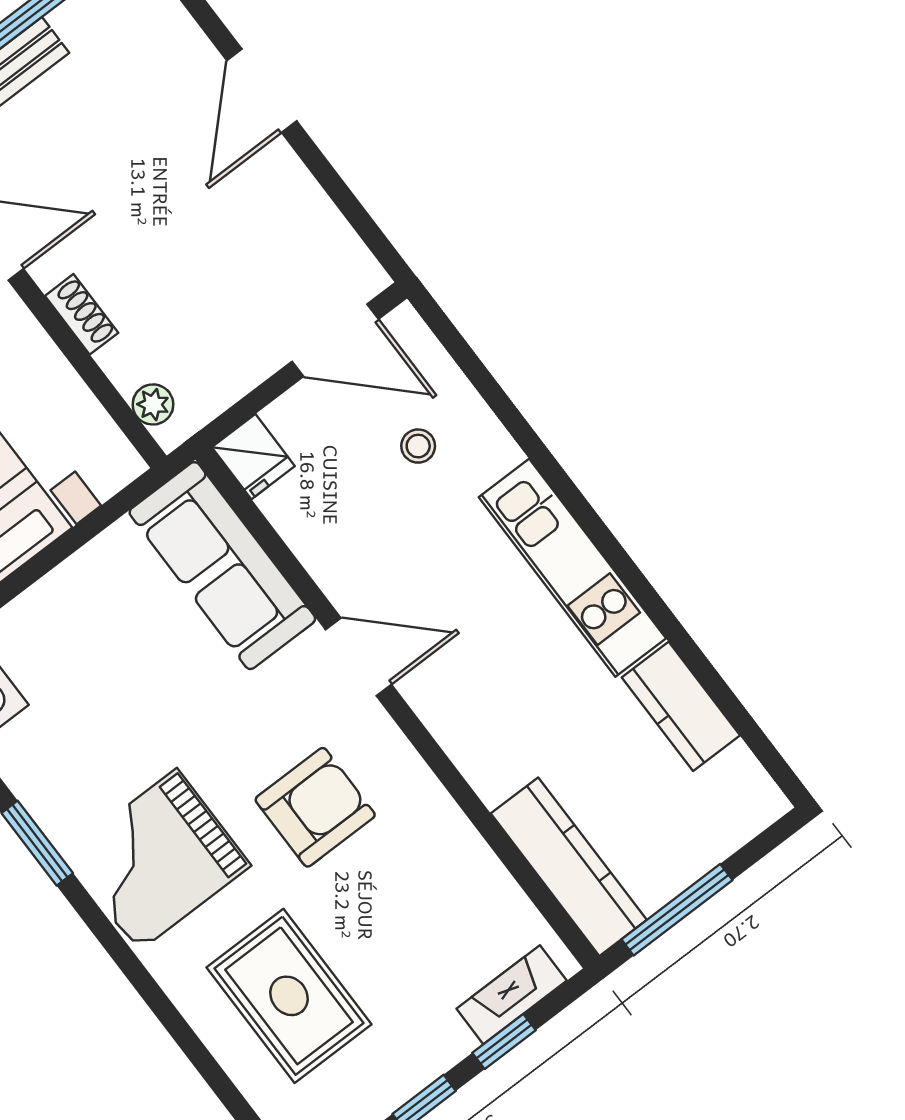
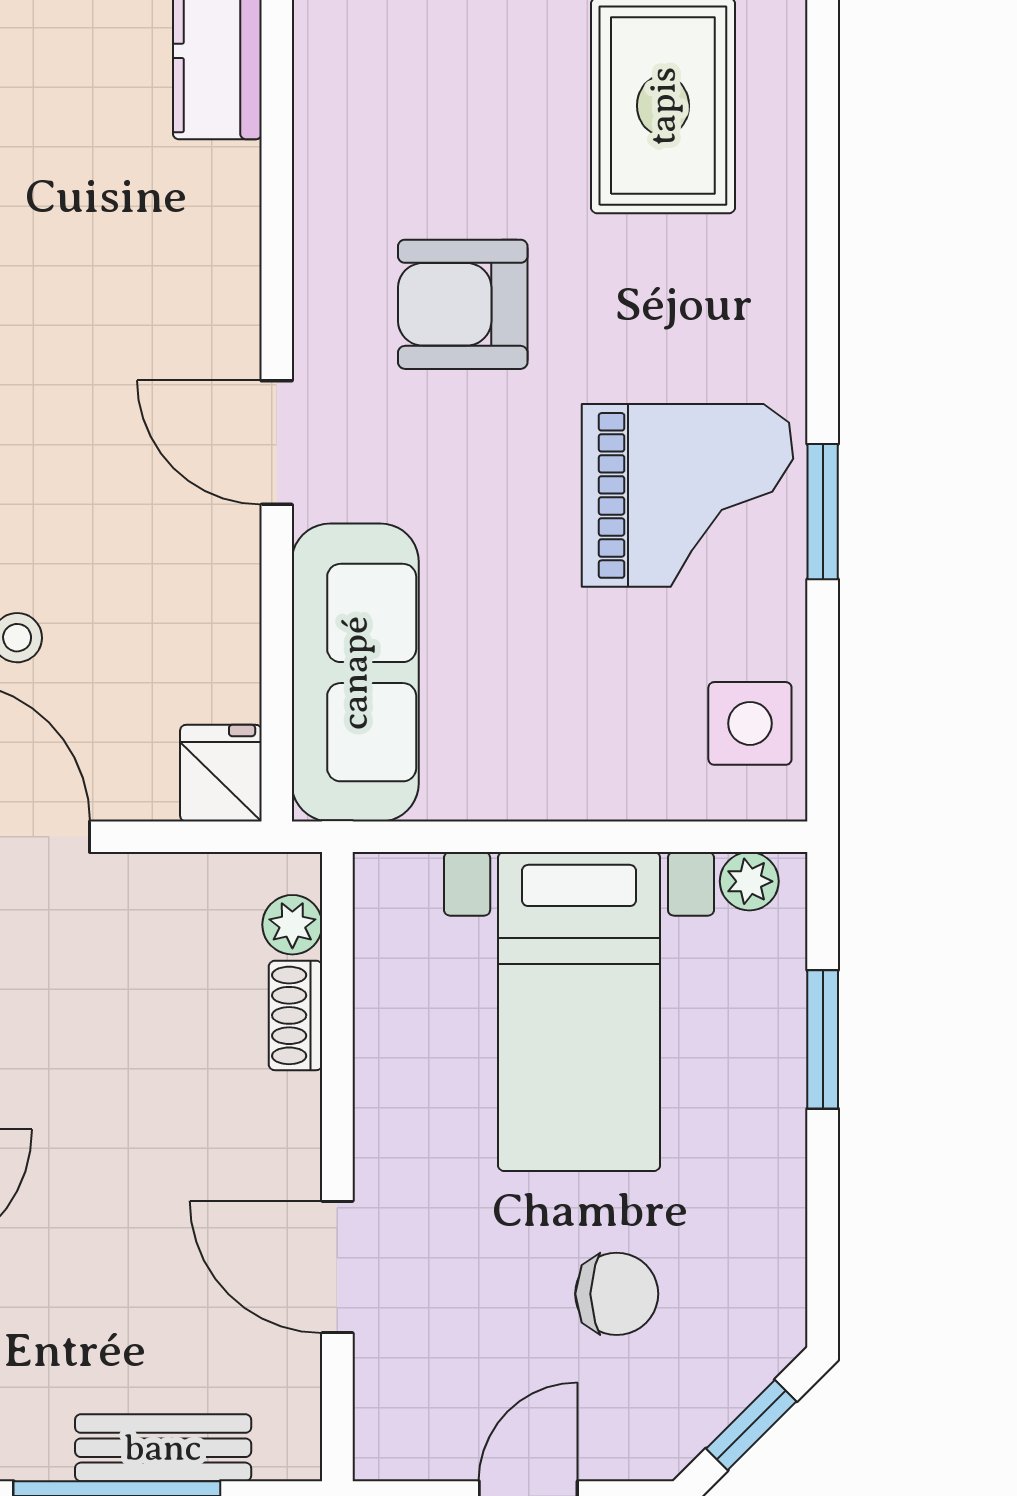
shoe rack: (82, 314) -> (296, 1015), moved
grand piano: (158, 860) -> (688, 495), moved

